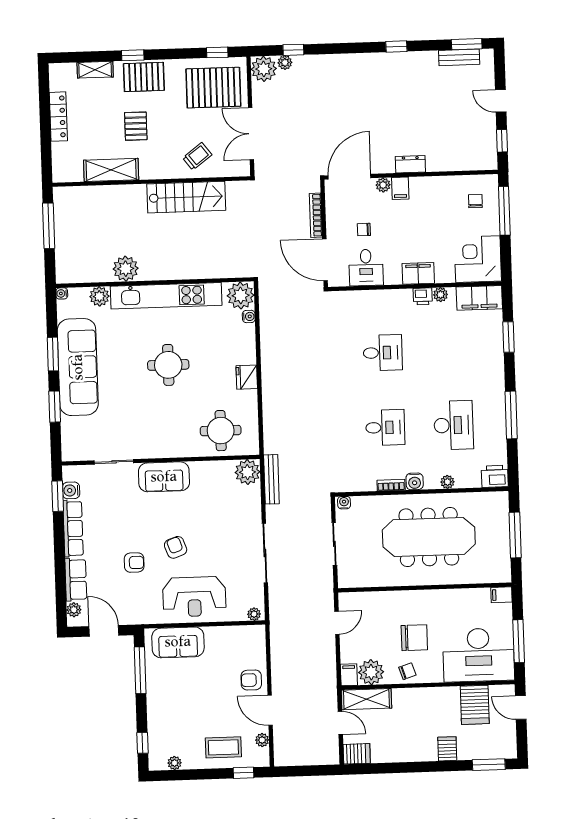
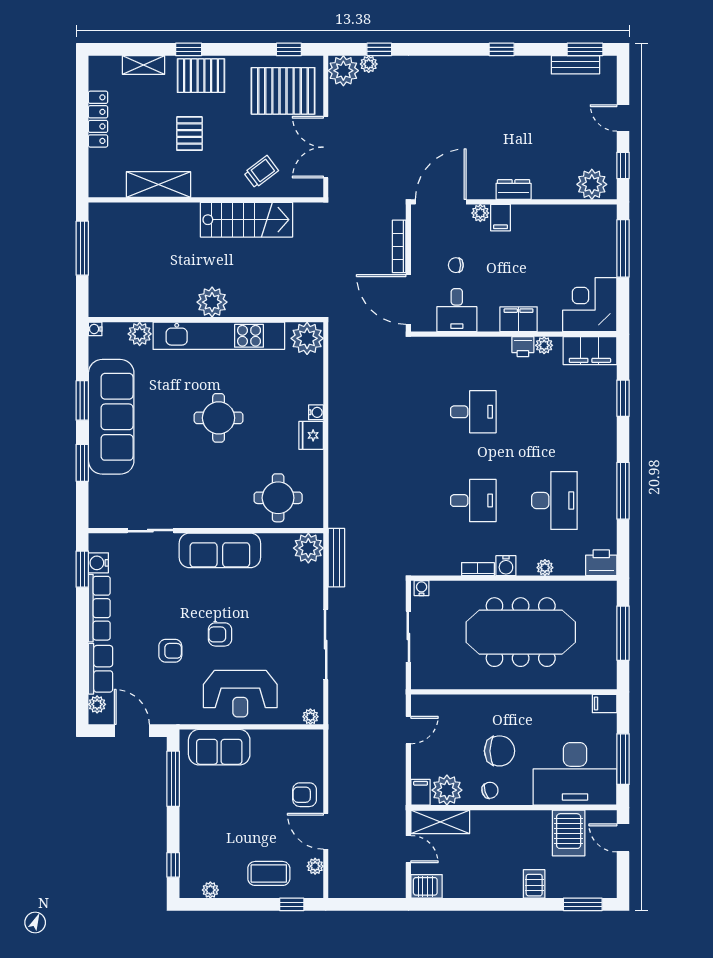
plant: (476, 158) -> (592, 184), added
chair: (475, 201) -> (589, 236), removed
plant: (126, 269) -> (212, 302), moved
water cooler: (249, 316) -> (316, 412), moved
sofa: (164, 477) -> (220, 550), width x1.36
armchair: (176, 547) -> (220, 634), turned -70

